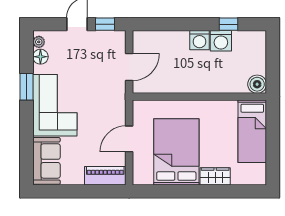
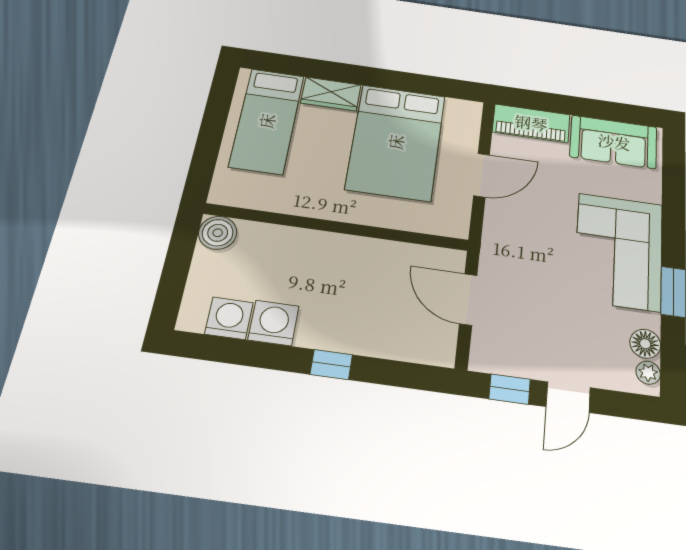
window: (228, 24) -> (331, 365), moved
washing machine: (200, 40) -> (229, 318), moved
door: (129, 67) -> (468, 299), hinge flipped
bed: (252, 131) -> (267, 121), moved, turned 180
sofa: (46, 161) -> (614, 142), moved, turned -90

